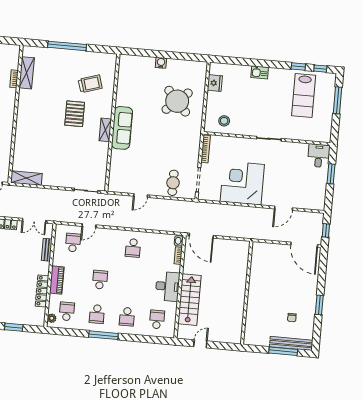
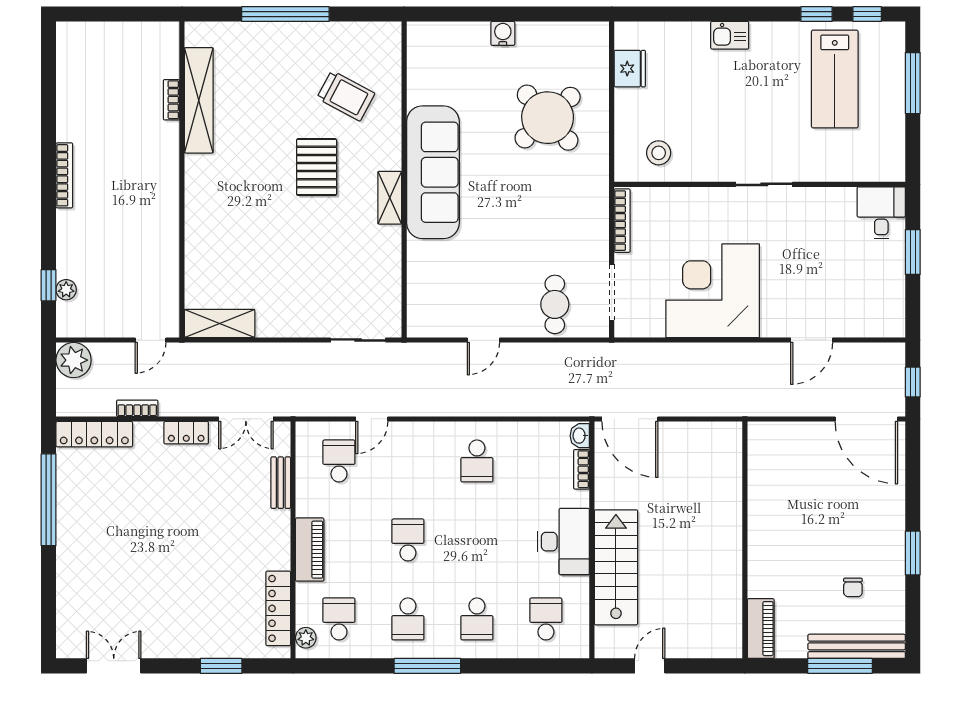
shelving: (27, 73) -> (199, 100), width x1.47
trolley: (90, 84) -> (346, 96), turned 45
sofa: (122, 128) -> (433, 172), width x1.36, depth x1.27
locker: (42, 291) -> (278, 608), moved
piano: (250, 332) -> (761, 629), added

